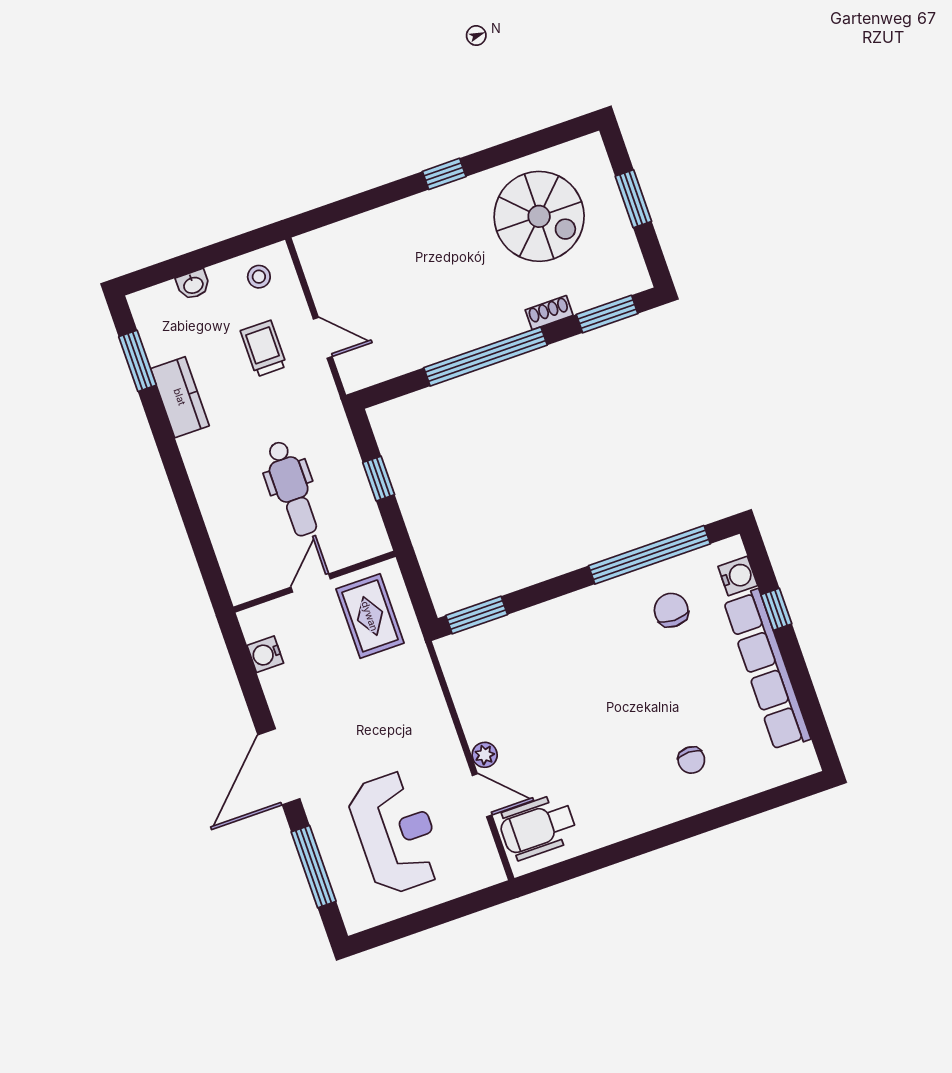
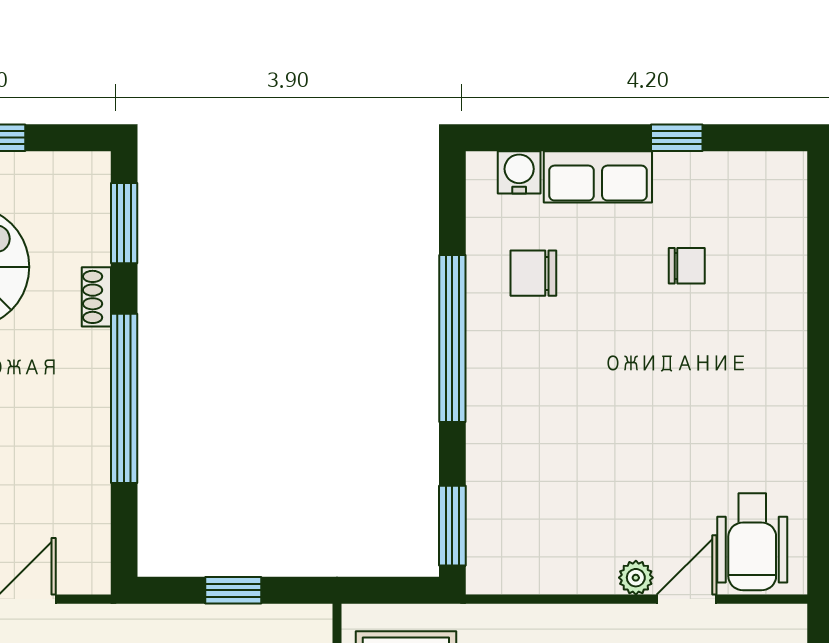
window: (649, 555) -> (452, 338), moved
window: (776, 609) -> (677, 138), moved
row of seats: (767, 670) -> (598, 177), width x0.50
chair: (691, 760) -> (687, 266), moved

